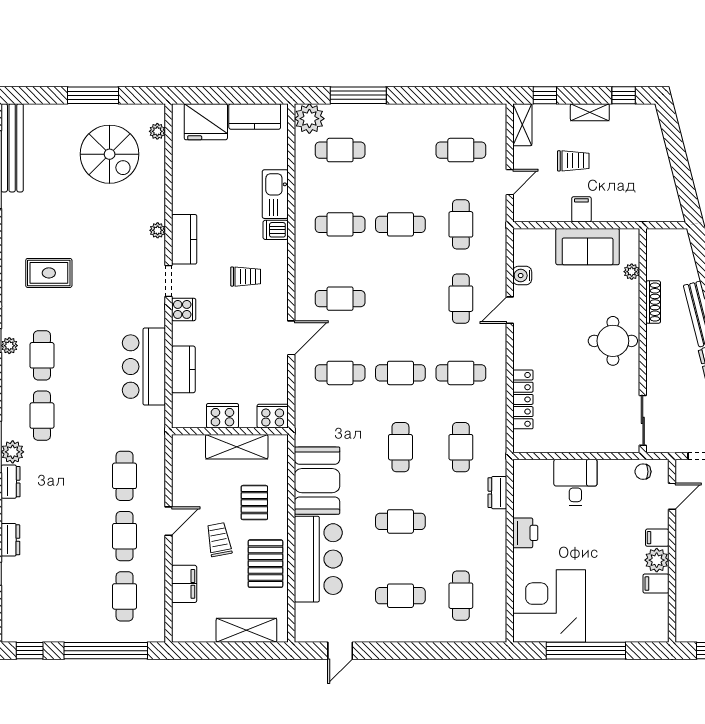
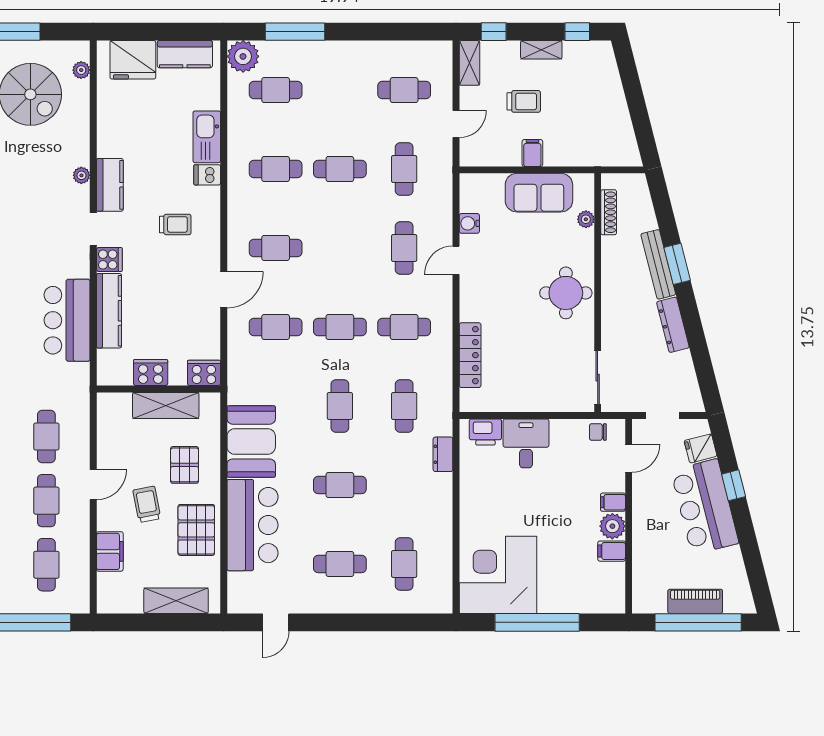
shoe rack: (653, 302) -> (609, 212), moved
kitchen counter: (183, 369) -> (109, 311), width x1.50
printer: (525, 533) -> (485, 432), moved, turned 90

